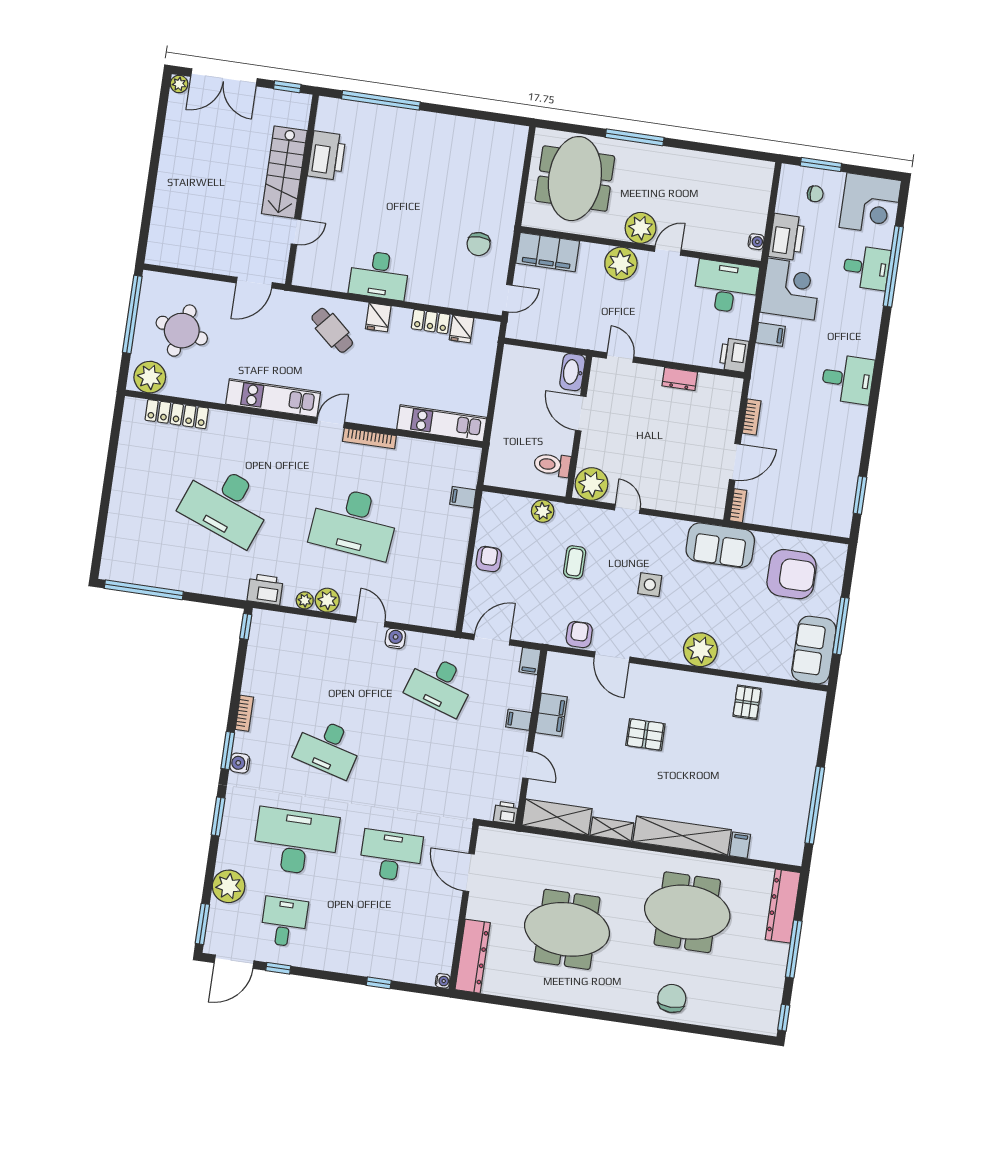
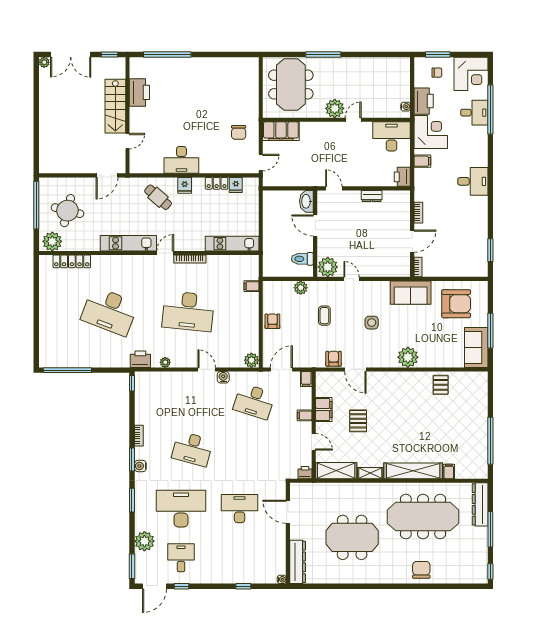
plant: (621, 263) -> (326, 132), removed
plant: (327, 600) -> (251, 360), moved
pallet: (645, 735) -> (358, 421), moved, turned 90
meeting table: (687, 912) -> (423, 517), width x1.36

